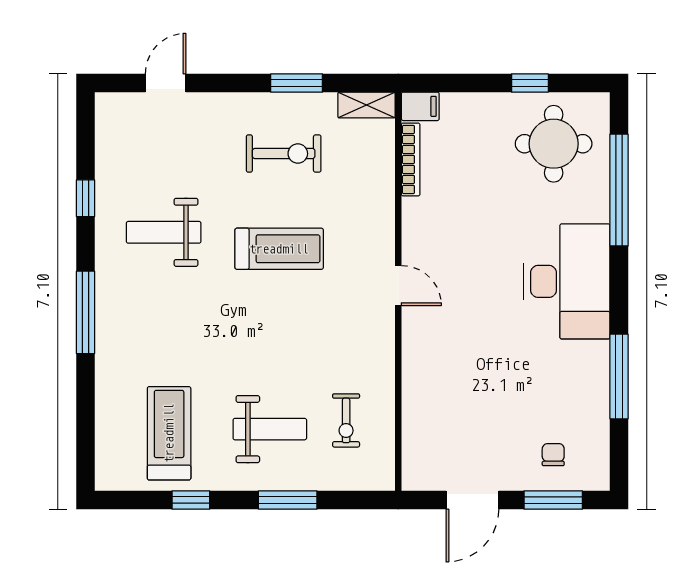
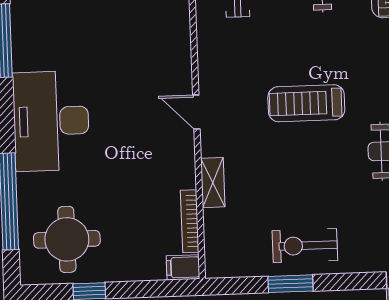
shelving: (366, 105) -> (213, 183), moved, turned 90
exercise bike: (284, 154) -> (305, 246), moved
treadmill: (279, 249) -> (306, 103), moved

